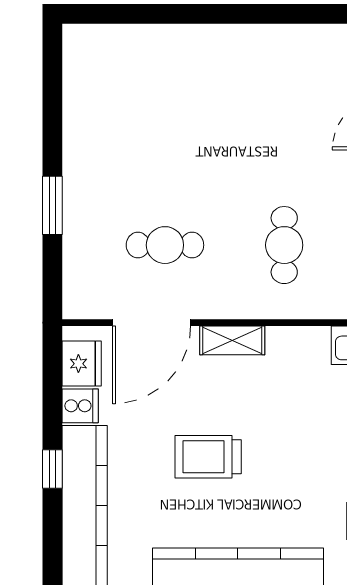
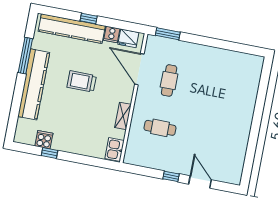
window: (52, 205) -> (168, 34), moved
shelving: (232, 340) -> (123, 116), moved
trolley: (208, 457) -> (82, 81), turned -90

